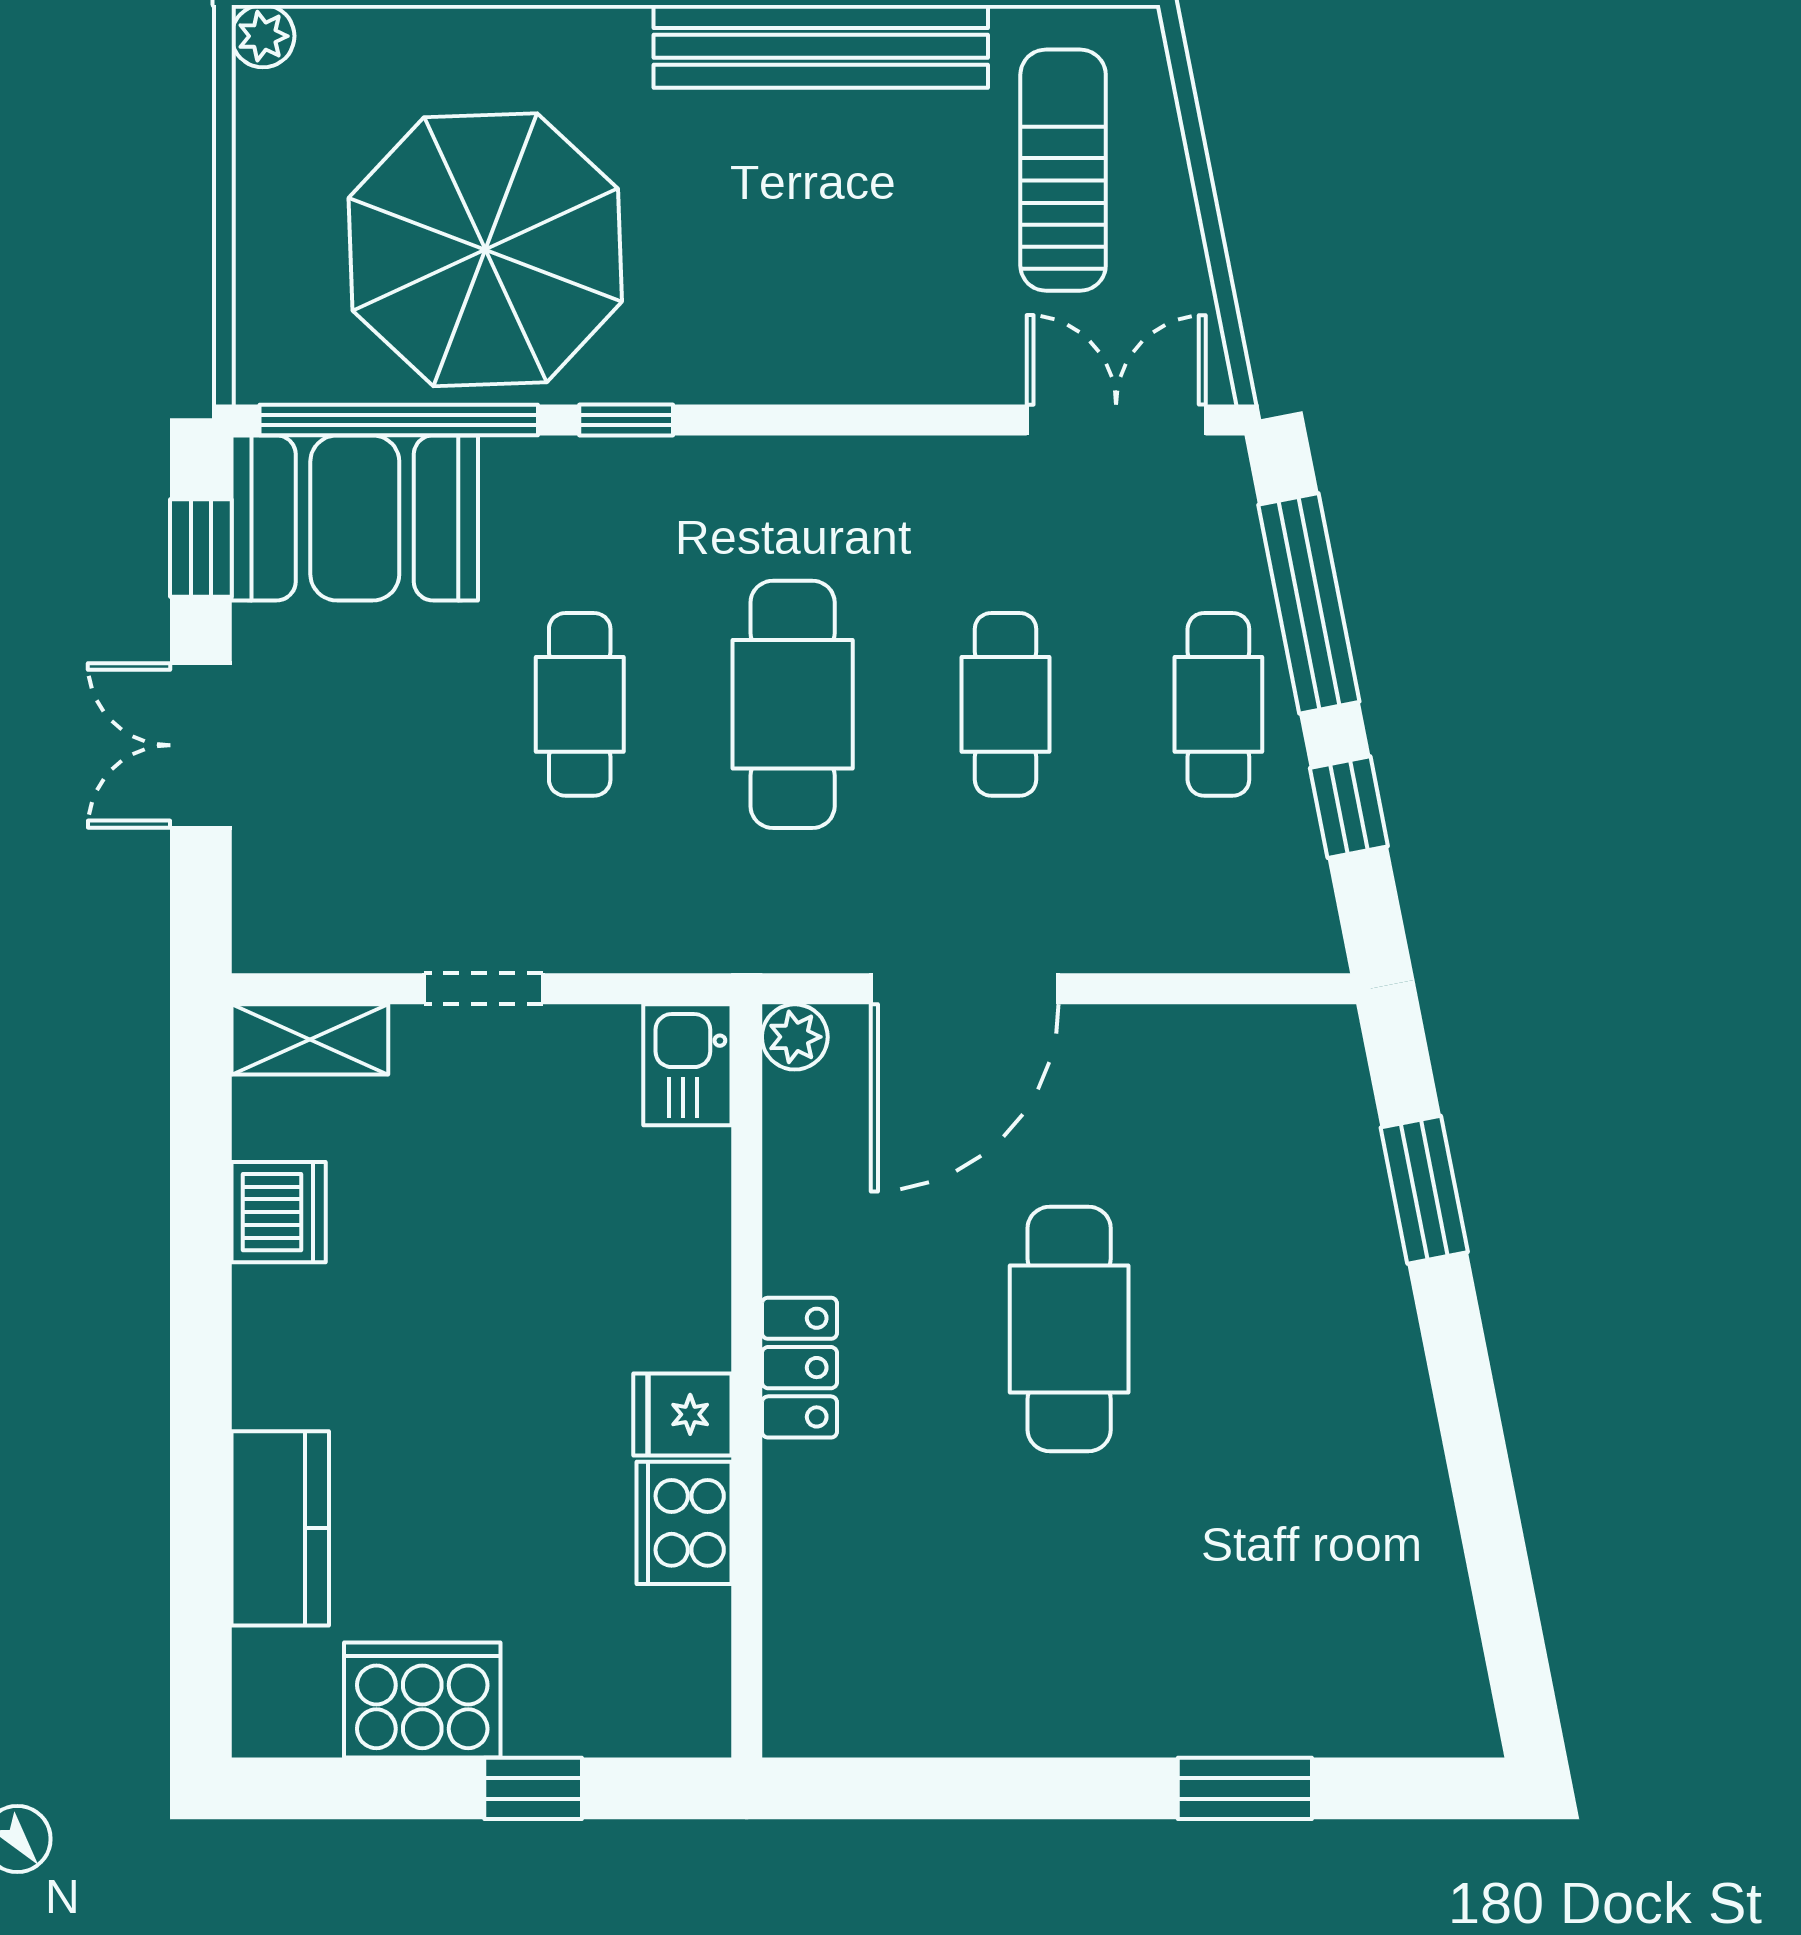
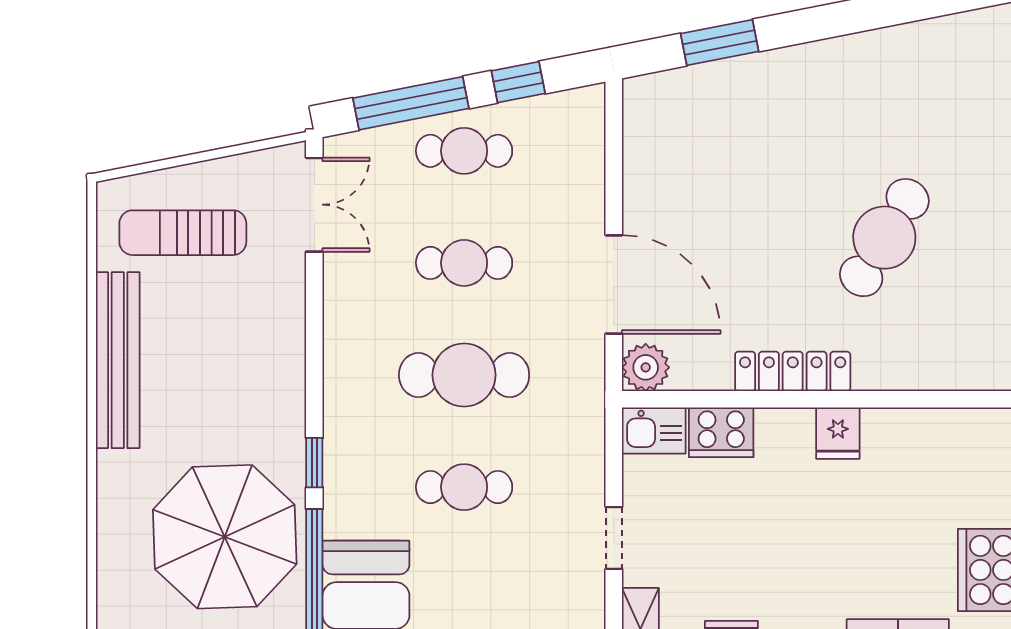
double door: (1116, 420) -> (314, 205), swing flipped
plant: (795, 1037) -> (646, 367), width x1.38, depth x1.38
cafe table: (1069, 1329) -> (884, 238), moved, turned -59
locker: (799, 1368) -> (793, 371), width x1.53
cooker: (684, 1523) -> (721, 432), moved

